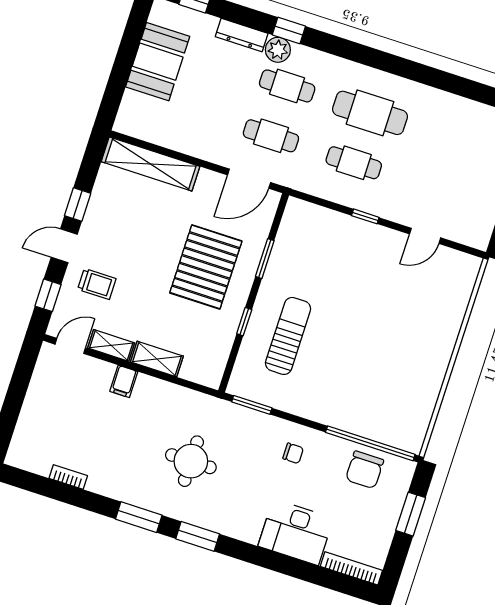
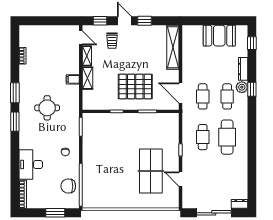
table tennis table: (389, 291) -> (151, 171), added
sun lounger: (288, 336) -> (117, 133), removed
filing cabinet: (124, 381) -> (73, 79), moved

